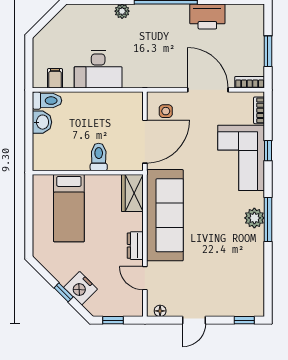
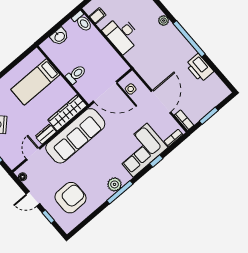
washbasin: (42, 122) -> (59, 37), moved
wardrobe: (132, 193) -> (67, 113), width x1.50
armchair: (228, 278) -> (71, 198), added
window: (244, 320) -> (48, 217), moved

